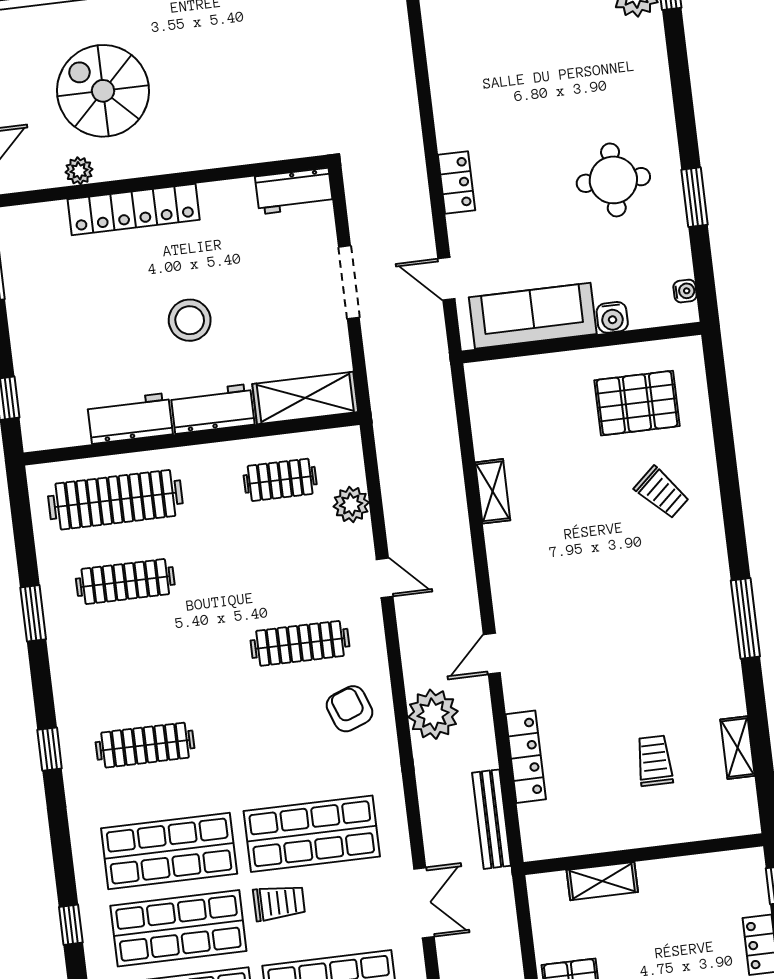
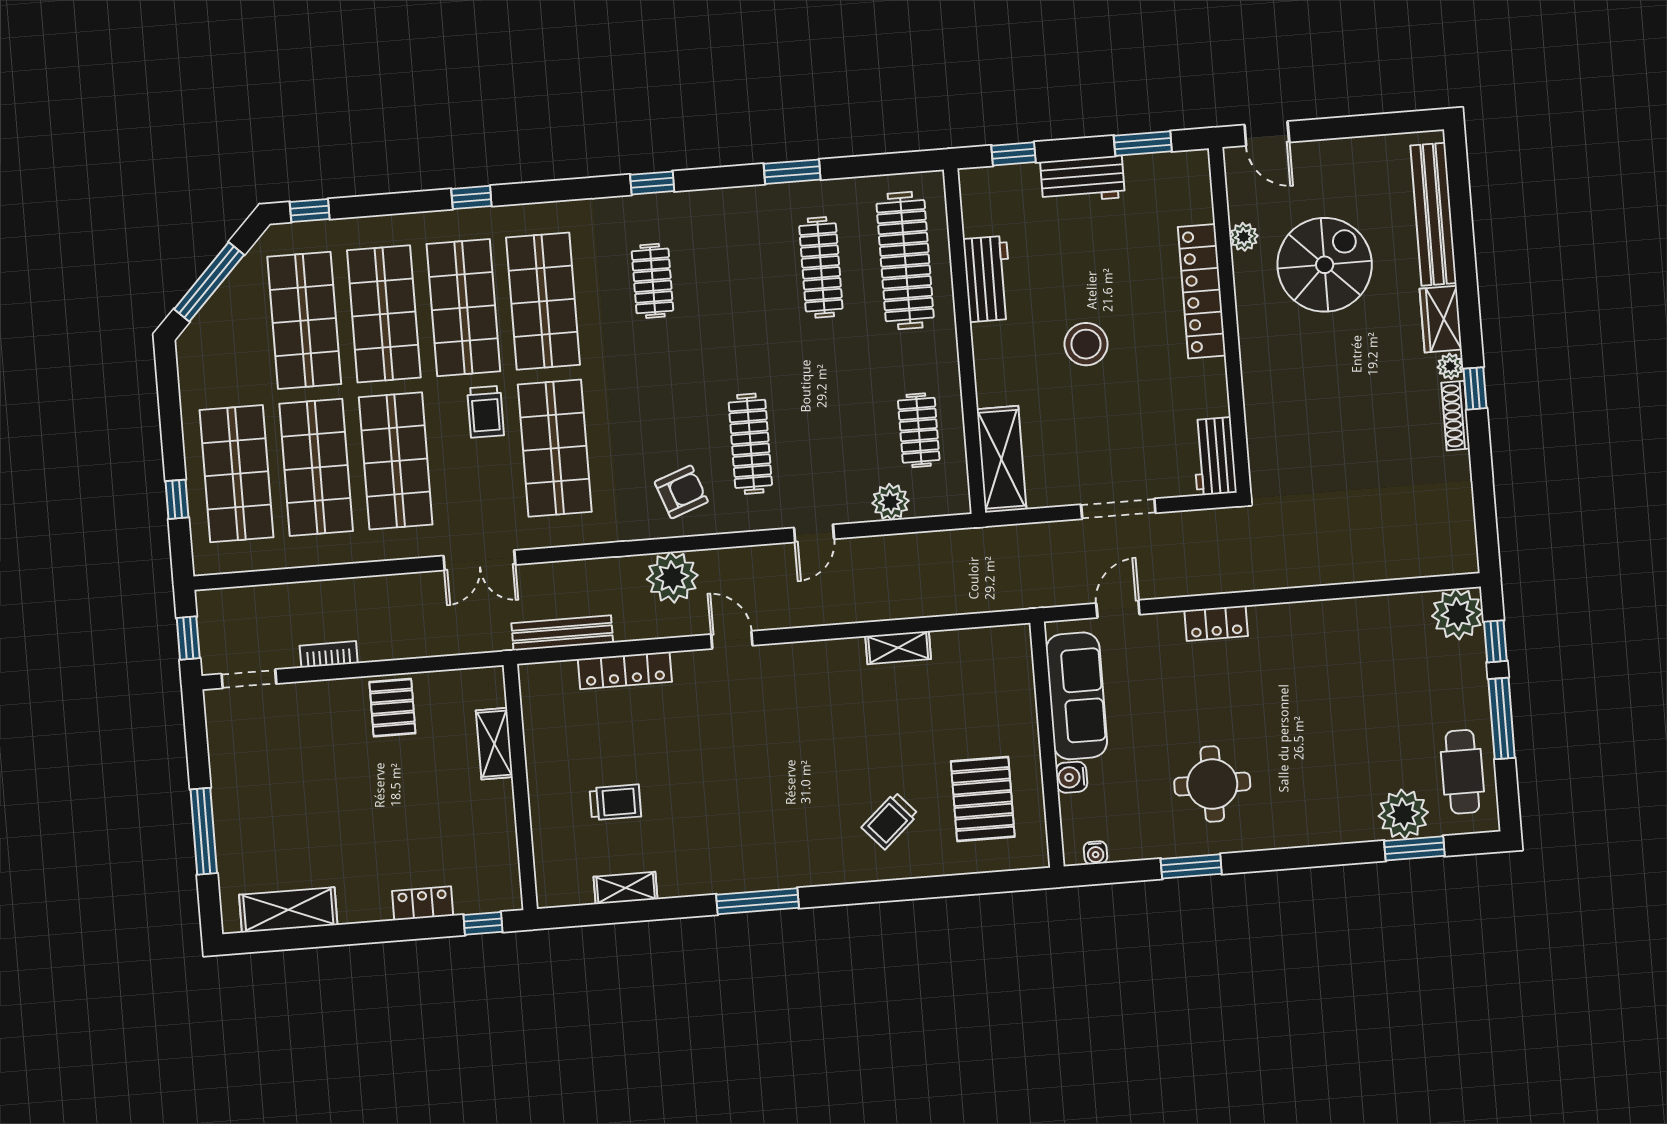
workbench: (213, 409) -> (1083, 180), moved, turned 90
clothes rail: (145, 745) -> (652, 281), width x0.73

